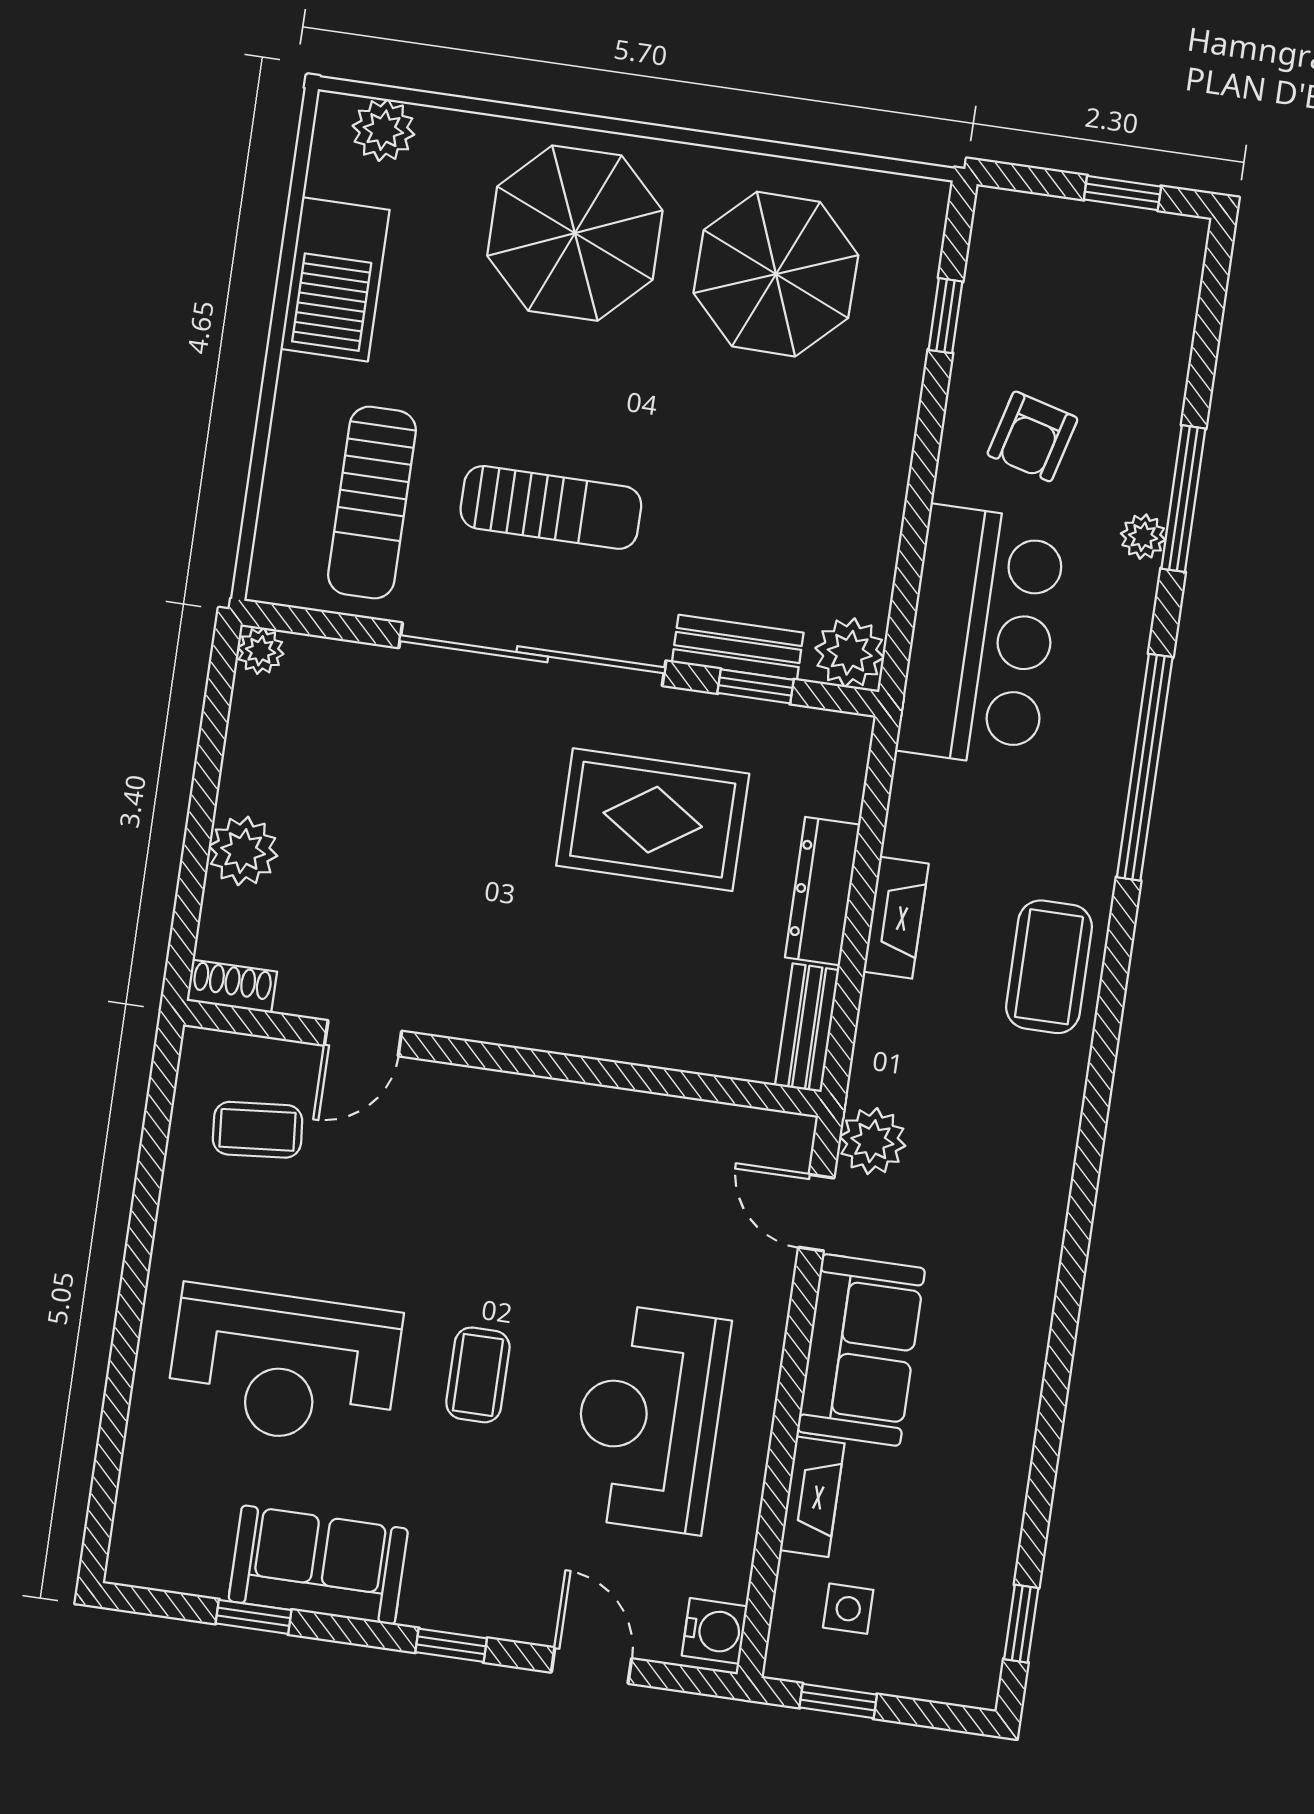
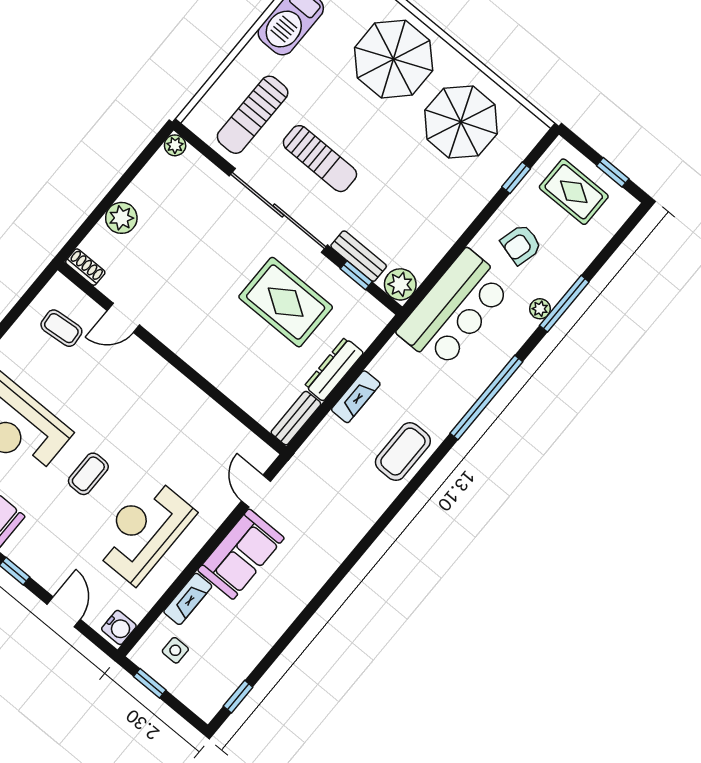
rug: (1071, 275) -> (574, 192), added
plant: (872, 1141) -> (294, 477), removed

